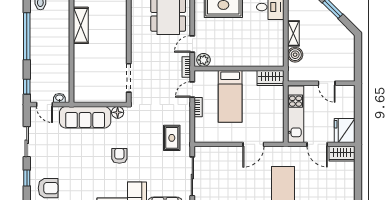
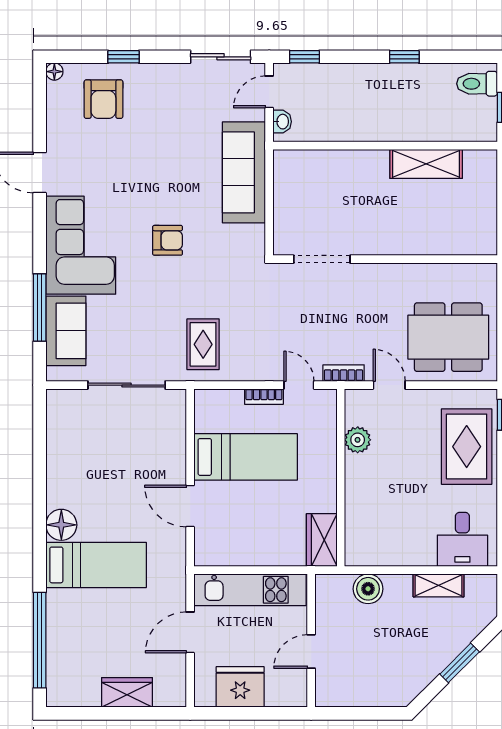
shelving: (293, 33) -> (439, 585), moved
window: (27, 36) -> (404, 57), width x0.32
plant: (203, 60) -> (358, 440), moved
bed: (230, 96) -> (246, 457), moved, turned 180
floor lamp: (118, 112) -> (254, 237), removed
fridge: (345, 130) -> (240, 687), moved
rug: (172, 138) -> (203, 344), turned 90
sliding door: (27, 142) -> (221, 57), moved
wardrobe: (342, 154) -> (127, 692), moved, turned 90

